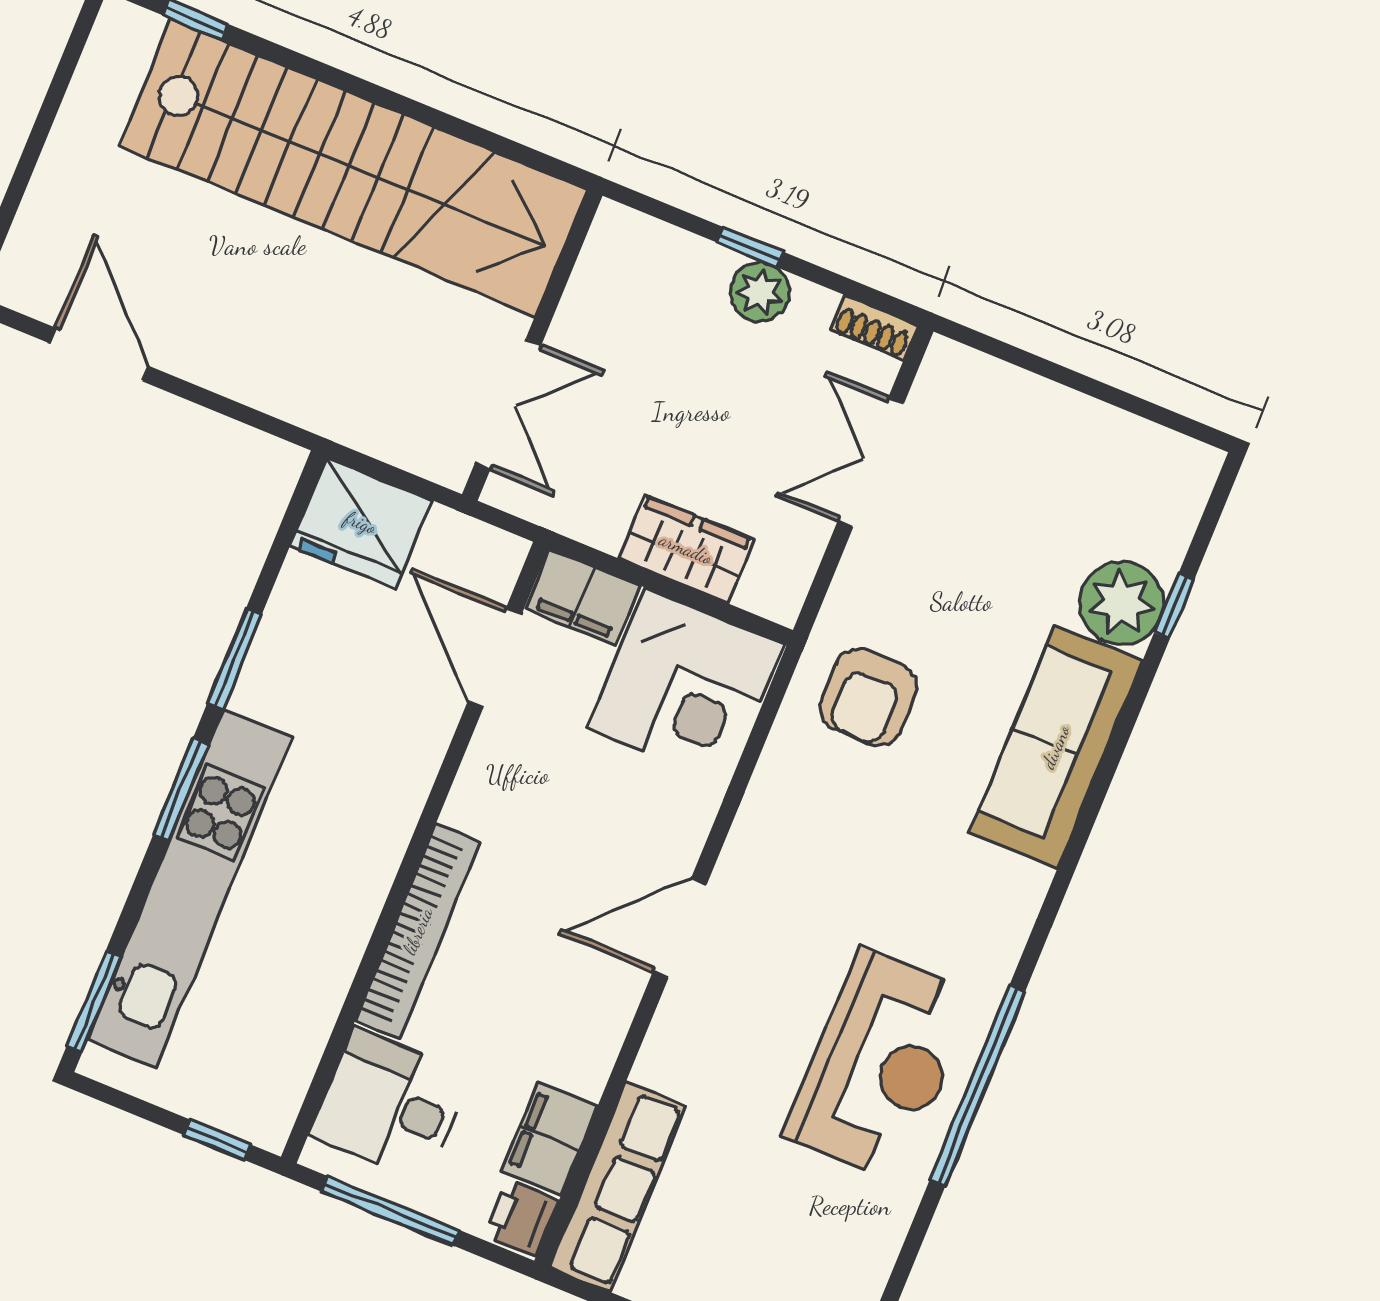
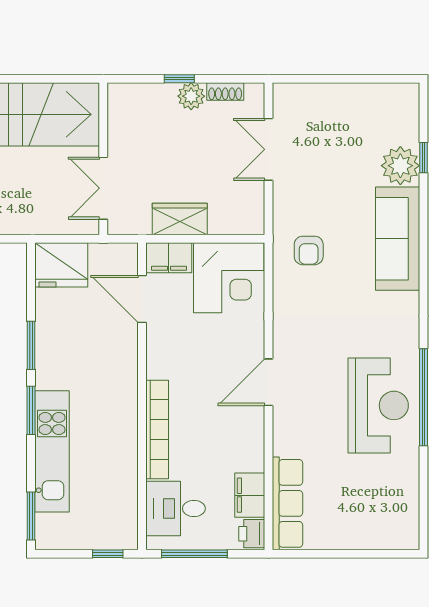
shoe rack: (874, 328) -> (225, 91), moved
double door: (508, 404) -> (103, 188), swing flipped
wardrobe: (686, 549) -> (180, 219), moved
armchair: (868, 697) -> (309, 250), width x0.72, depth x0.72
kitchen unit: (189, 889) -> (52, 451), width x0.73

